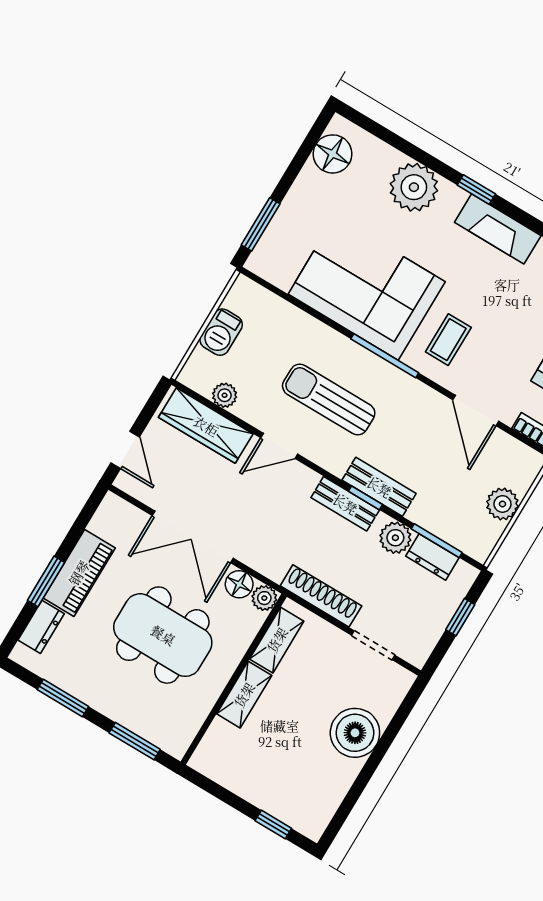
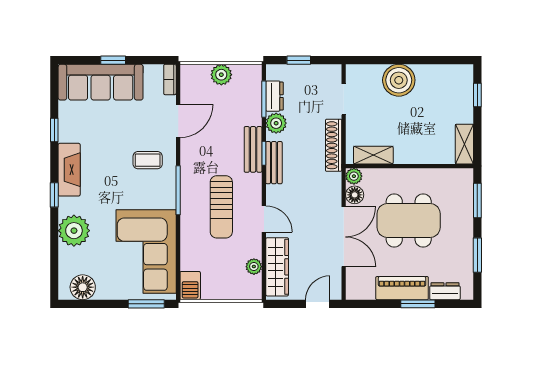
corner sofa: (367, 288) -> (146, 251), moved
barbecue: (221, 332) -> (190, 286), moved, turned 90
dining table: (163, 635) -> (409, 221), turned 90
shelving: (244, 695) -> (464, 144), moved, turned 90

